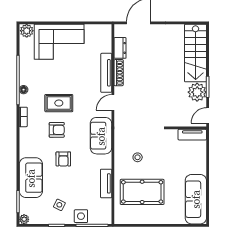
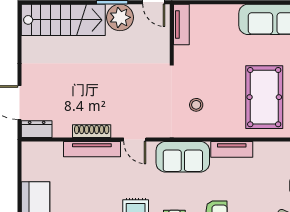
dresser: (120, 48) -> (37, 129), moved
stool: (138, 157) -> (196, 105), moved
tv unit: (106, 183) -> (232, 149), moved

